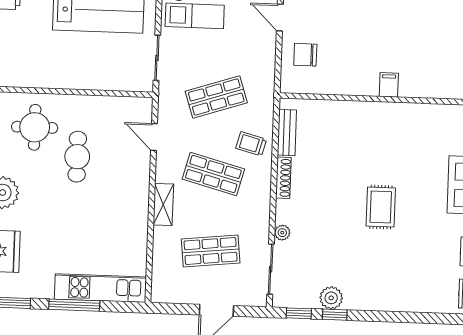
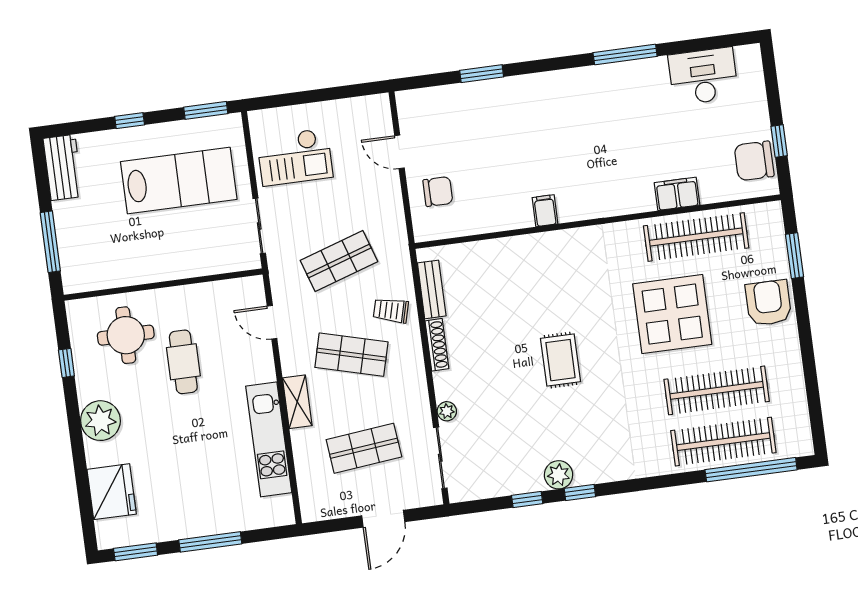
chair: (305, 55) -> (438, 191), turned 180
kitchen unit: (100, 288) -> (269, 439), moved, turned -90
plant: (331, 298) -> (559, 475), moved
window: (299, 313) -> (580, 492), moved

